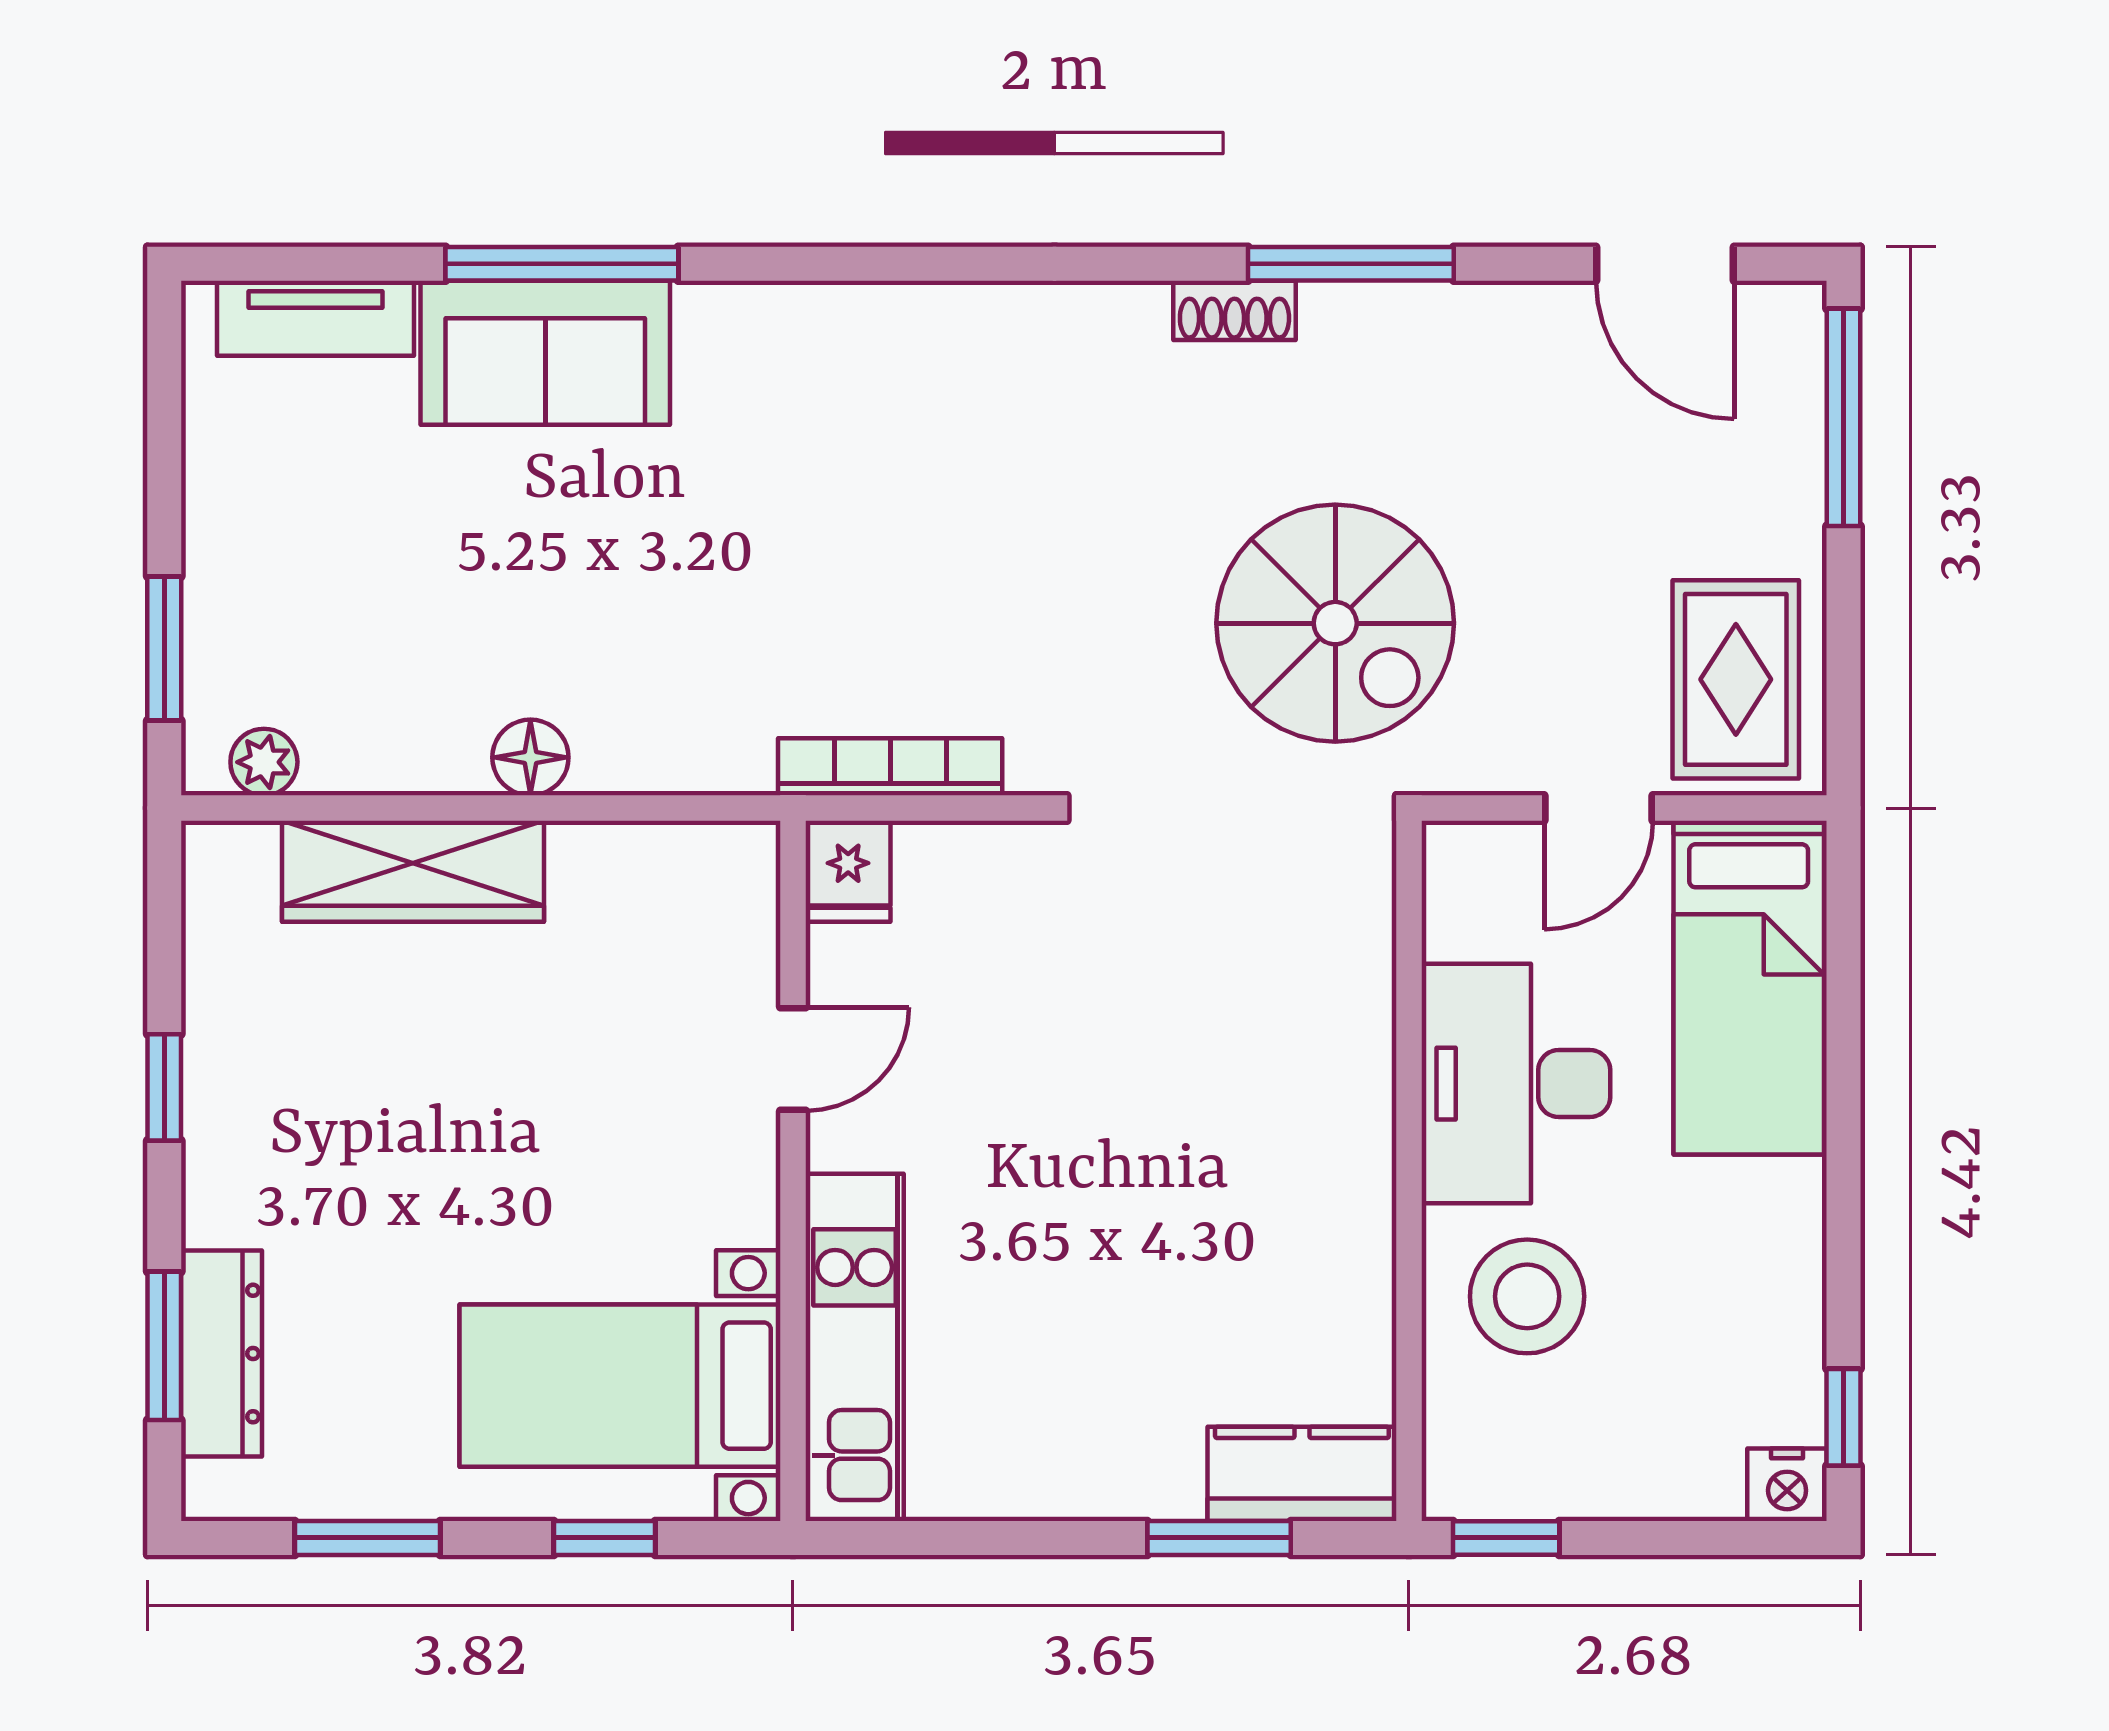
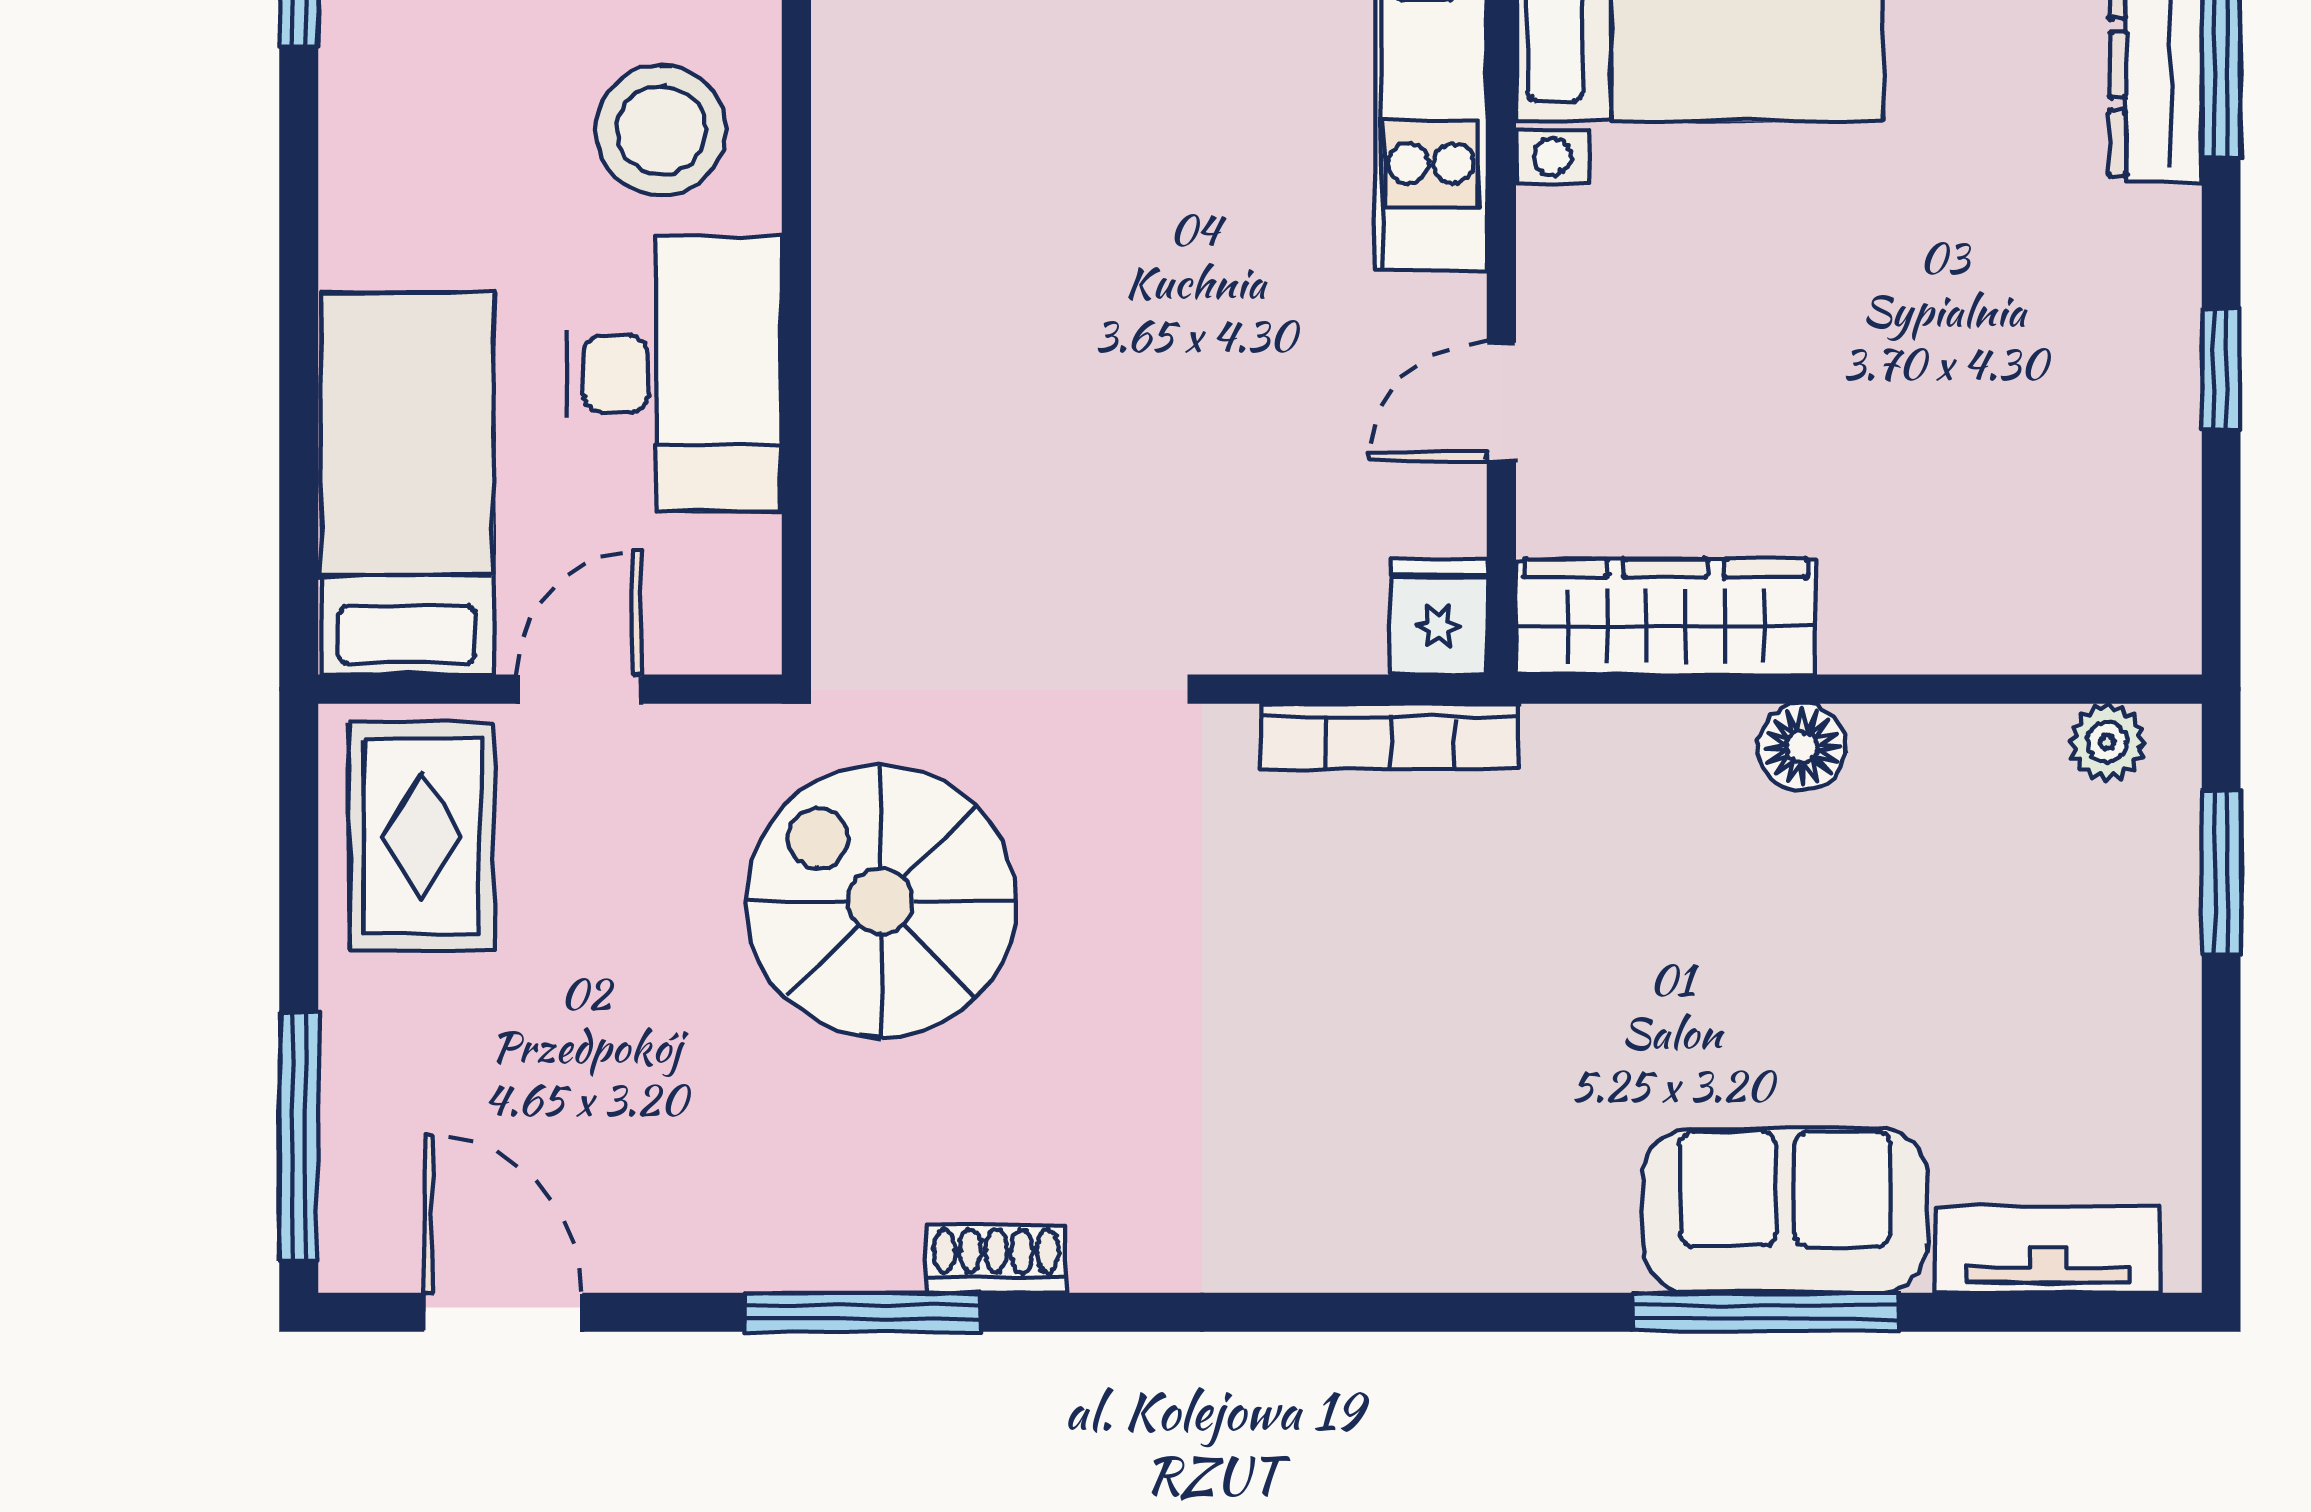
wardrobe: (413, 871) -> (1666, 617), moved

